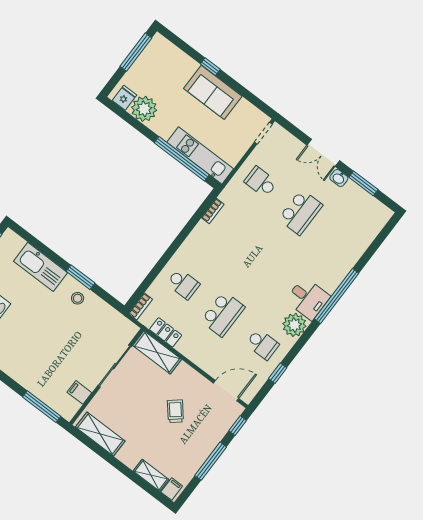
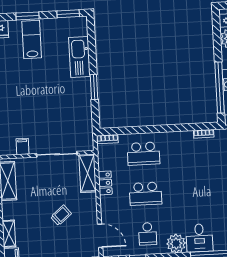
school desk: (183, 284) -> (143, 154), width x1.85
stool: (78, 298) -> (79, 96), removed
locker: (166, 332) -> (105, 183), moved

